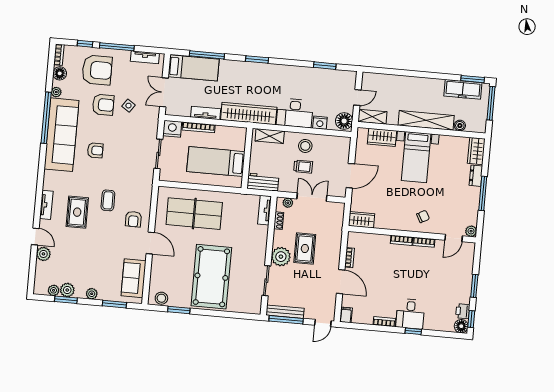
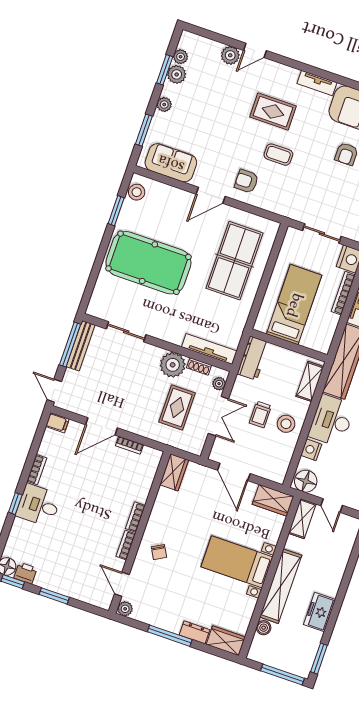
freezer: (463, 89) -> (319, 612), moved, width x0.71
wardrobe: (382, 137) -> (273, 500), moved, turned -90
tv unit: (46, 205) -> (317, 83), moved
tv unit: (265, 210) -> (209, 349), width x1.41
rug: (305, 248) -> (177, 407), moved, turned 90
plant: (281, 257) -> (173, 365), moved

